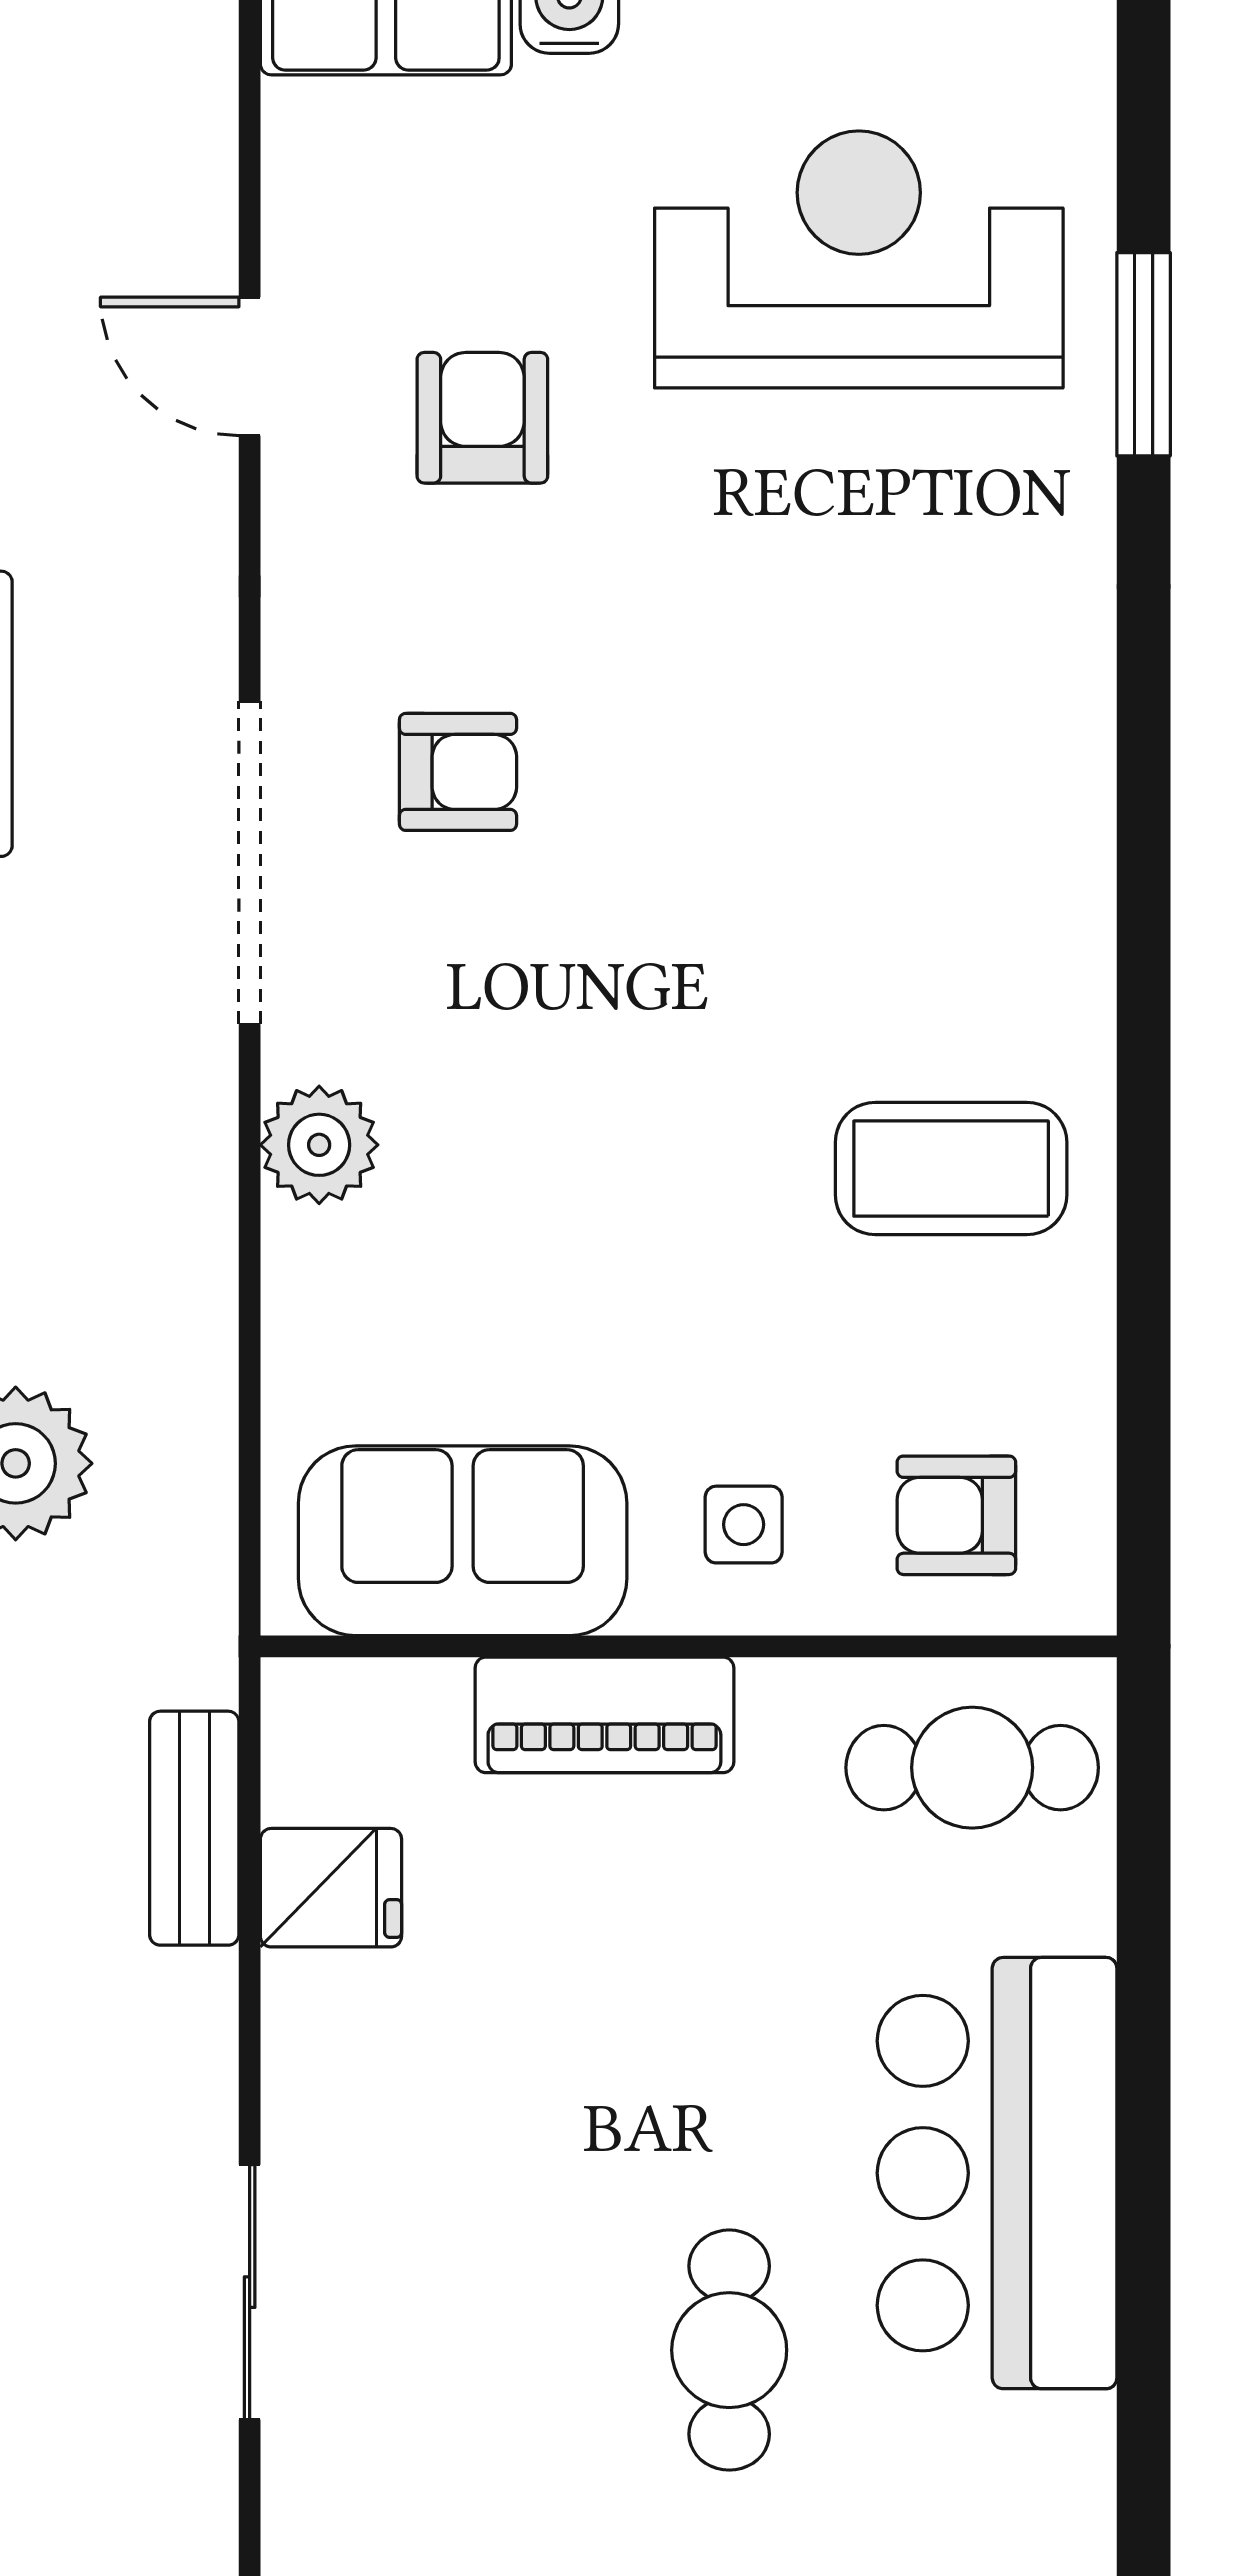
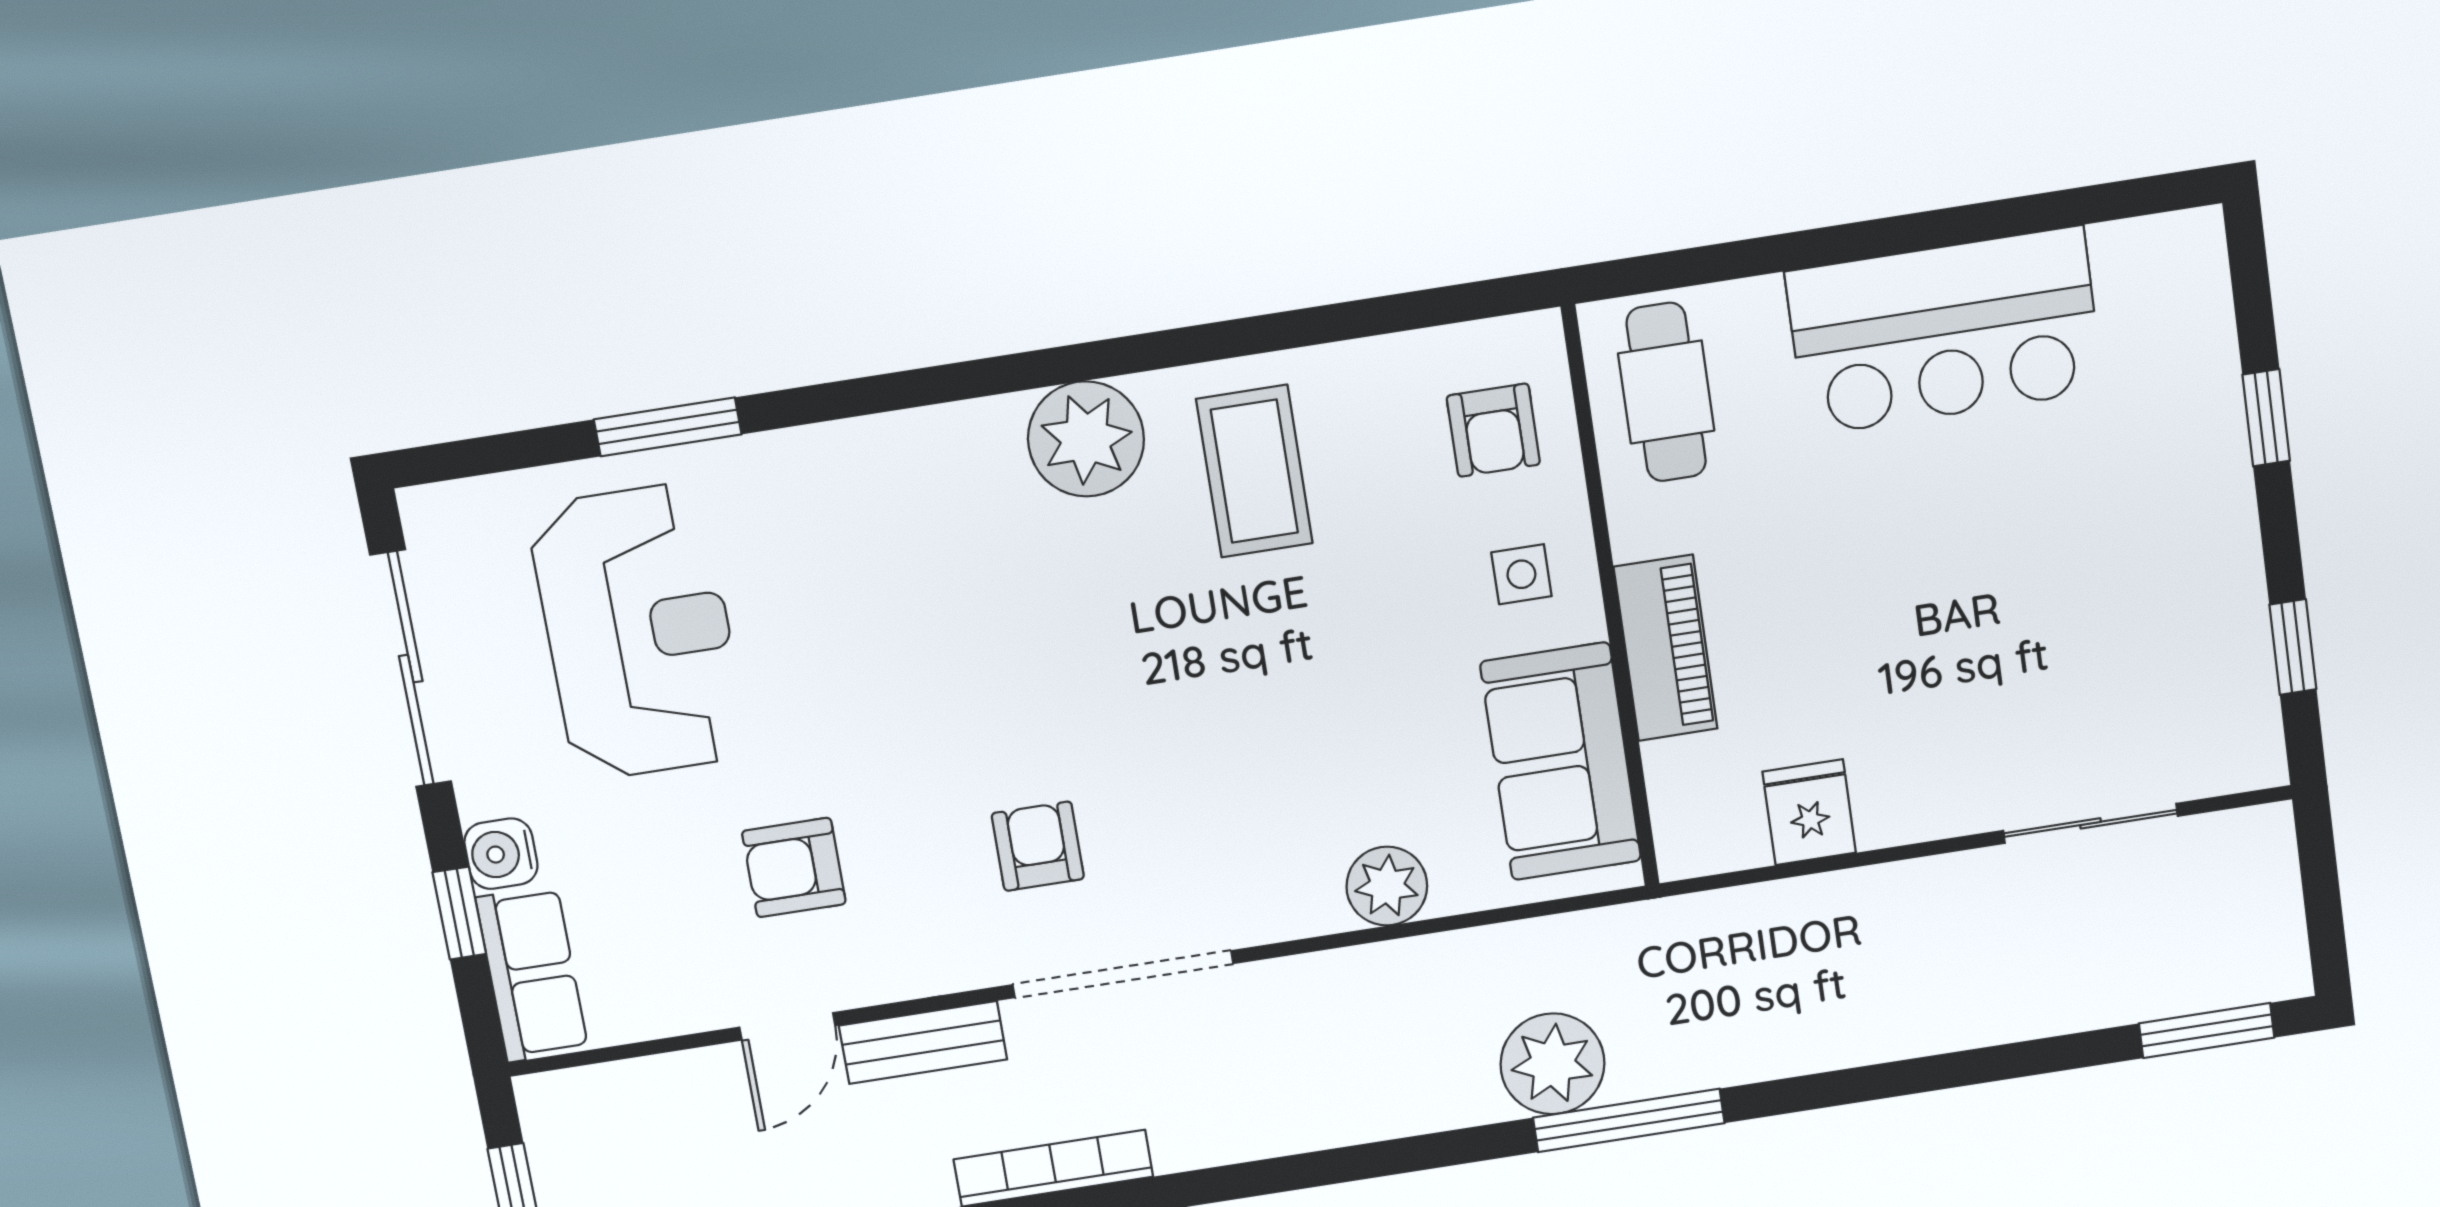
reception desk: (859, 259) -> (639, 632), turned 180
plant: (1034, 939) -> (1086, 439), added
plant: (319, 1145) -> (1387, 886), moved
bench: (194, 1828) -> (923, 1043), moved
cafe table: (729, 2350) -> (2090, 496), removed

